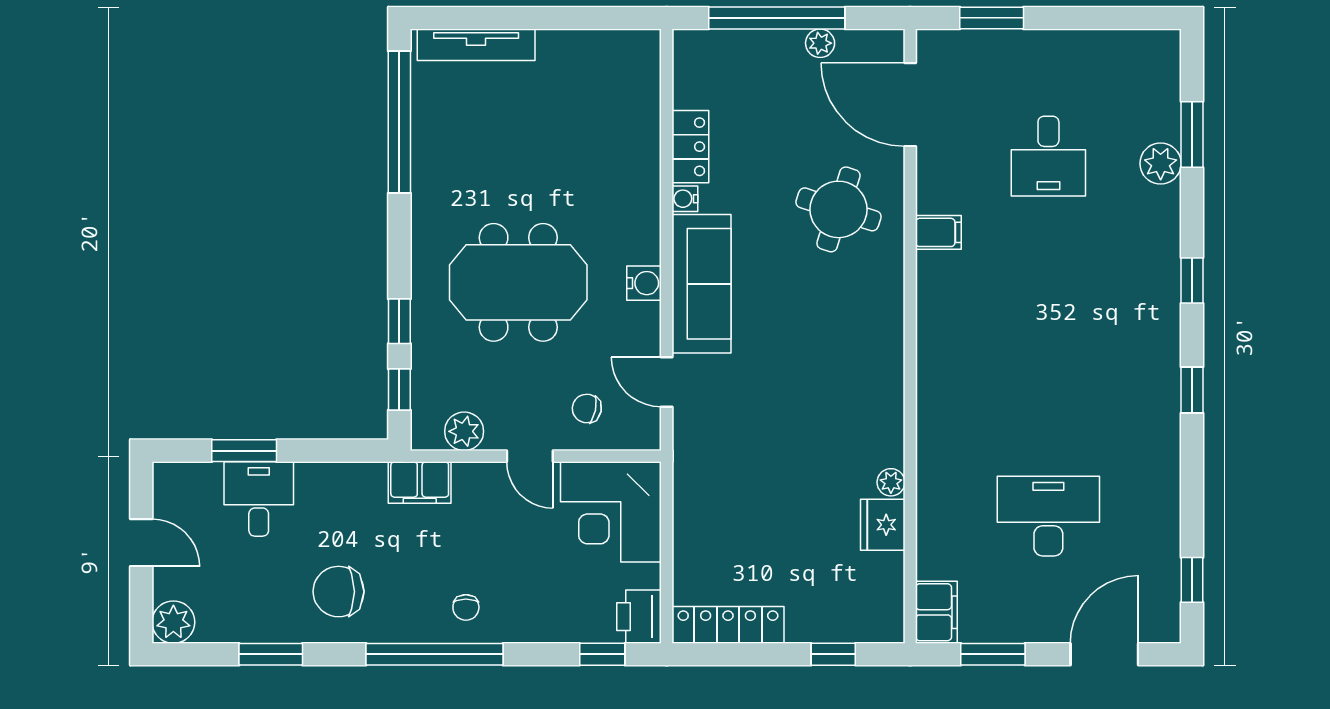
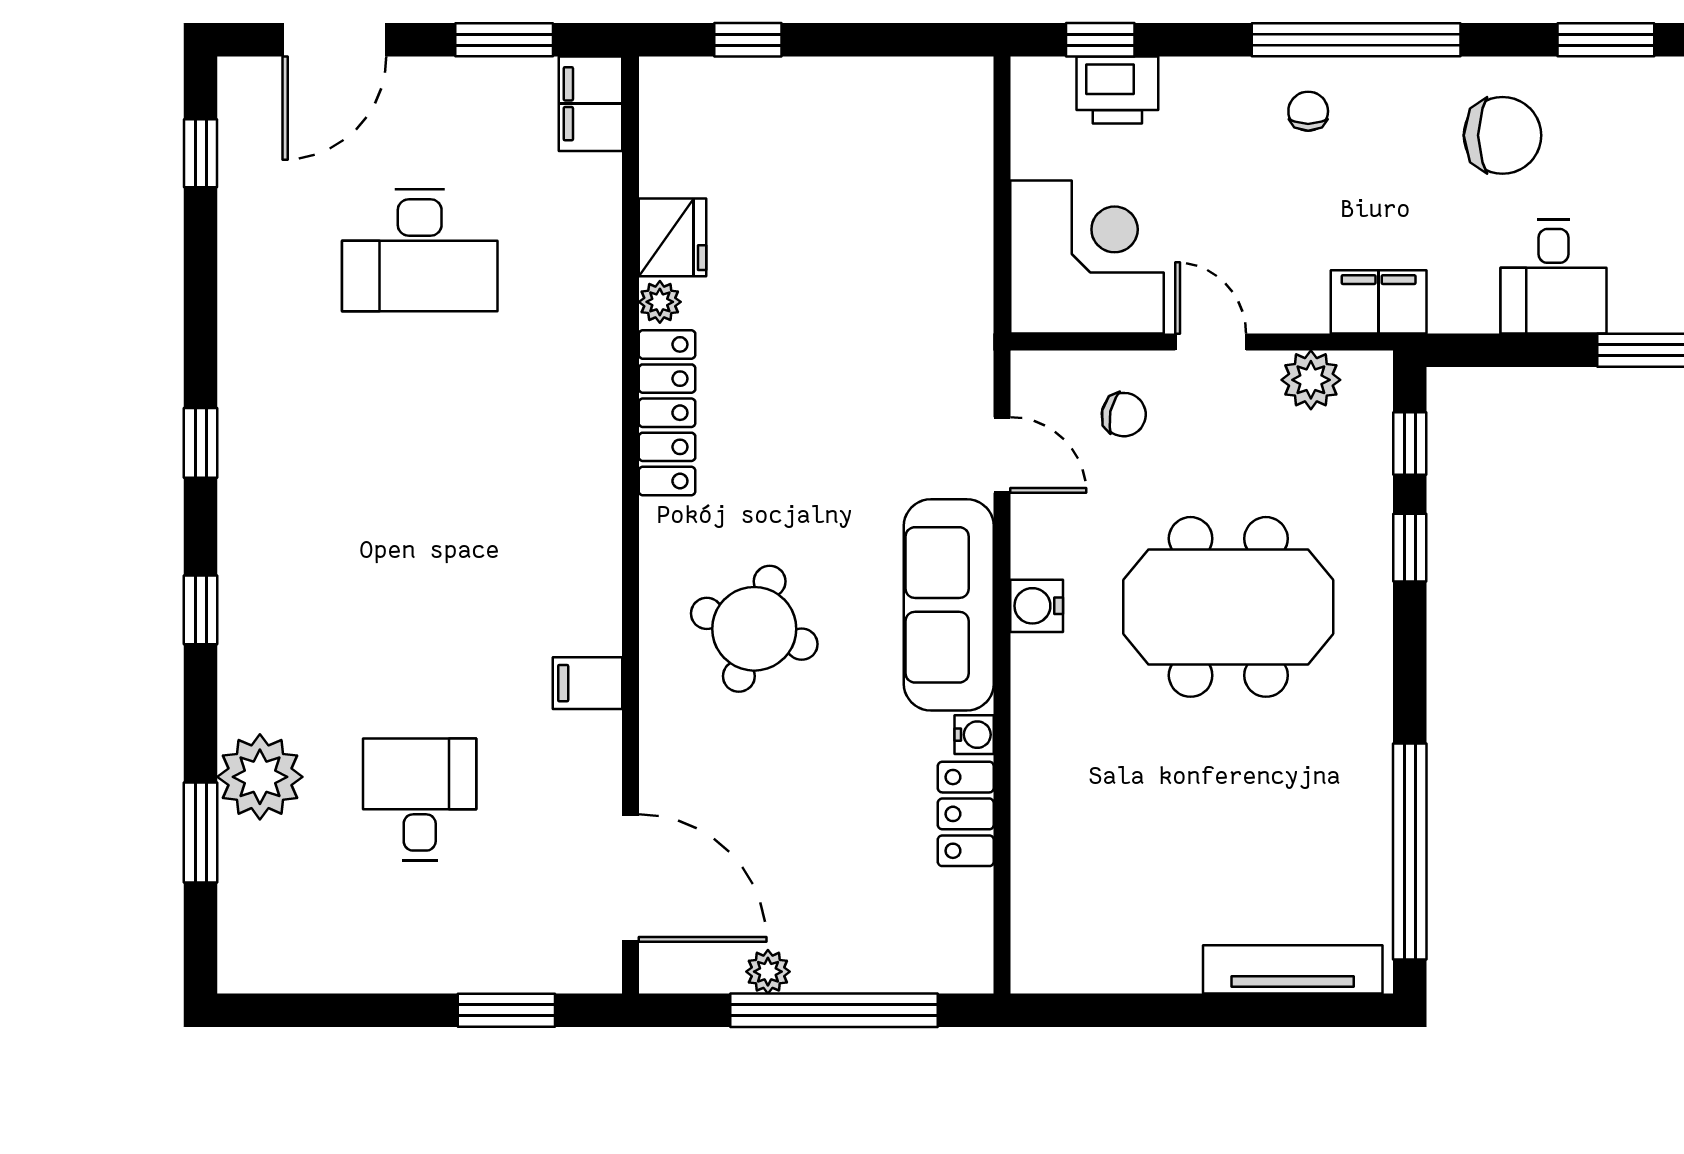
plant: (1161, 164) -> (260, 777), width x1.36, depth x1.36
round table: (839, 209) -> (754, 629), moved
desk: (259, 499) -> (1553, 277), moved
printer: (639, 617) -> (1117, 90), moved, turned 90
locker: (728, 625) -> (667, 413), moved, turned -90

